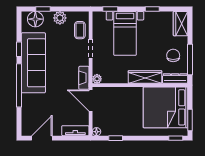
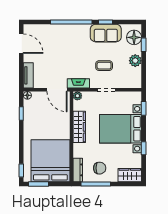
coffee table: (80, 30) -> (104, 66), moved
bed with nightstands: (125, 33) -> (120, 129), width x1.36
sofa: (33, 63) -> (106, 33), width x0.54, depth x0.79
wardrobe: (145, 77) -> (79, 127), moved
door: (91, 100) -> (57, 90), swing flipped

